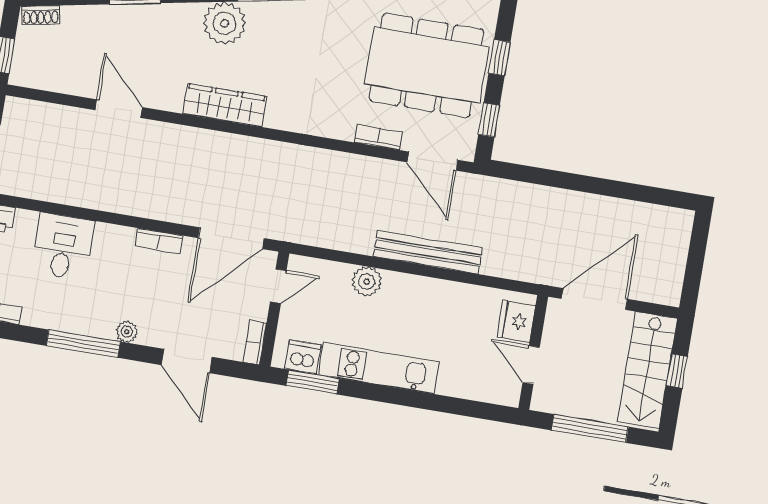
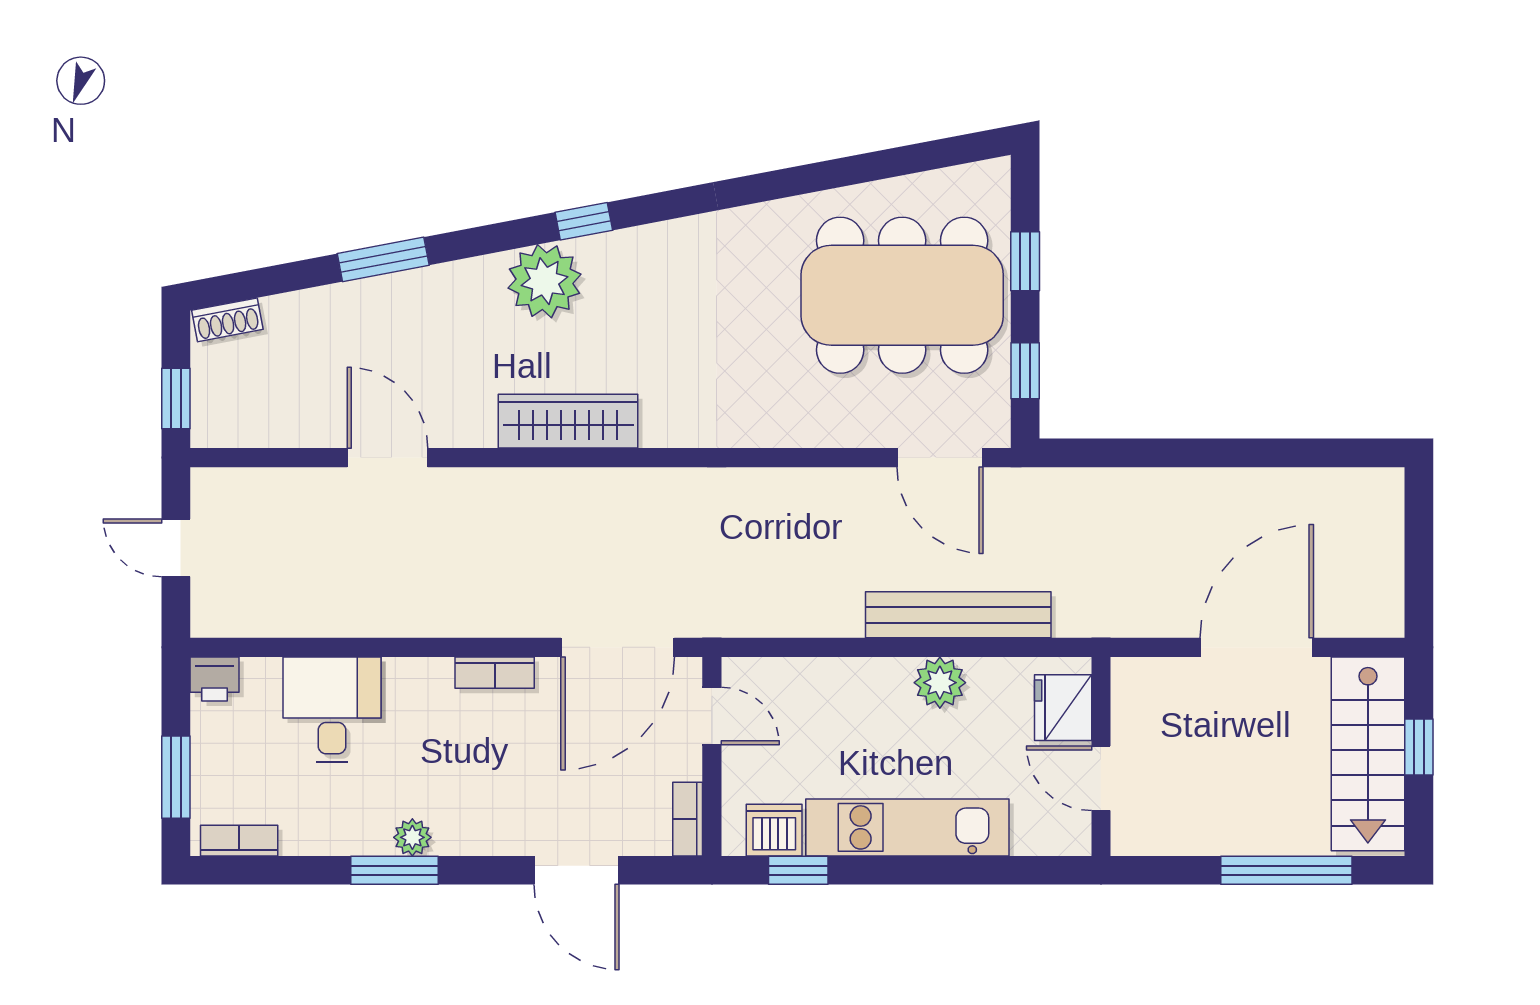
bookcase: (378, 137) -> (841, 432), removed
plant: (367, 281) -> (940, 683), moved
door: (278, 286) -> (712, 716), hinge flipped
fridge: (516, 321) -> (1063, 708), moved
plant: (127, 332) -> (412, 837), moved
window: (83, 344) -> (394, 870), width x0.69
wall: (533, 352) -> (1101, 756), moved
door: (531, 365) -> (1101, 778), moved
window: (313, 382) -> (798, 870), width x0.67

